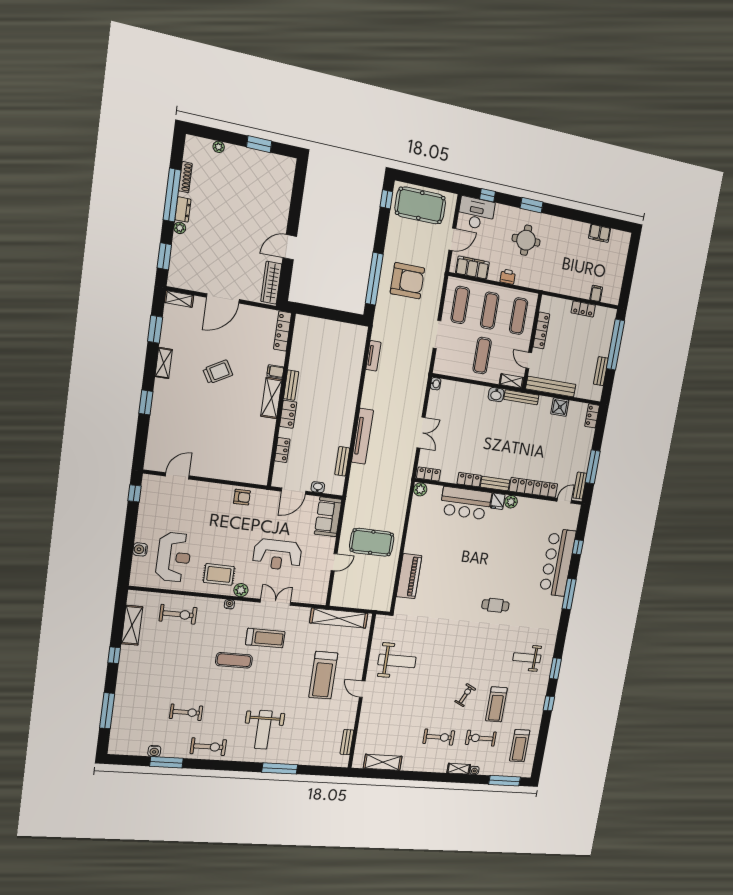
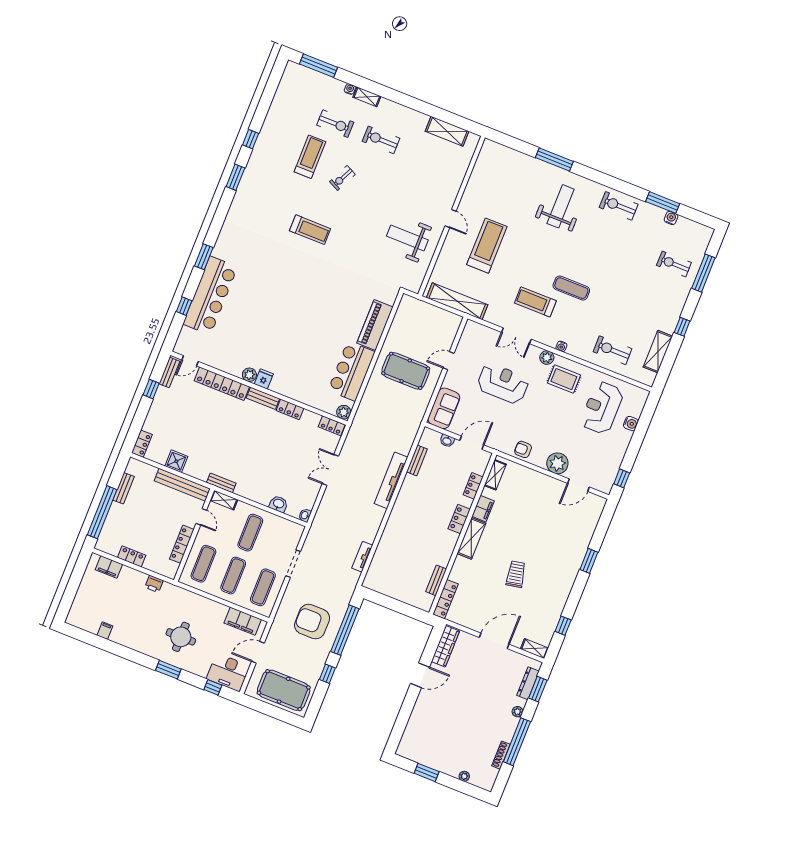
window: (386, 199) -> (327, 674), moved
dresser: (183, 210) -> (528, 683), moved, width x1.44
filing cabinet: (600, 233) -> (105, 631), width x0.50
printer: (508, 277) -> (154, 584), moved
filing cabinet: (596, 293) -> (109, 567), width x2.00
window: (155, 329) -> (563, 626), width x0.67
shelving: (164, 363) -> (495, 475), moved
filing cabinet: (275, 371) -> (483, 509), moved, width x2.00
trolley: (218, 372) -> (516, 574), turned 109
bench: (291, 385) -> (436, 580), moved
washbasin: (496, 395) -> (278, 504), moved
bench: (521, 397) -> (221, 483), width x0.73
window: (593, 467) -> (151, 389), width x0.46
plant: (204, 492) -> (557, 463), added
bar counter: (466, 503) -> (352, 371), moved, turned -90
window: (569, 594) -> (204, 257), width x0.69
cafe table: (495, 605) -> (289, 268), removed
weight bench: (527, 658) -> (265, 199), removed
exercise bike: (186, 712) -> (674, 264), moved
bench: (347, 742) -> (479, 166), removed
treadmill: (520, 746) -> (310, 230), moved, turned 90

